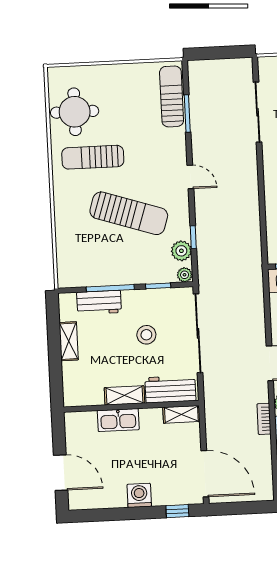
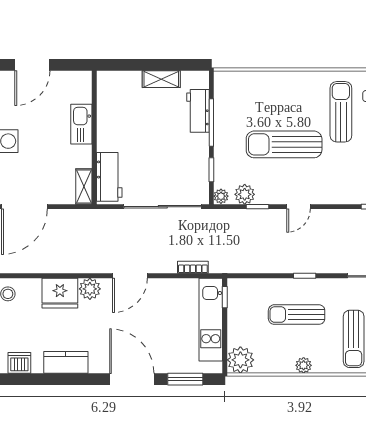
door: (190, 177) -> (299, 207), moved
window: (261, 186) -> (305, 276), added
sun lounger: (129, 213) -> (284, 144), turned 72
stool: (146, 335) -> (164, 156), removed
shelving: (124, 395) -> (105, 131), removed
bookcase: (264, 419) -> (193, 267), moved

